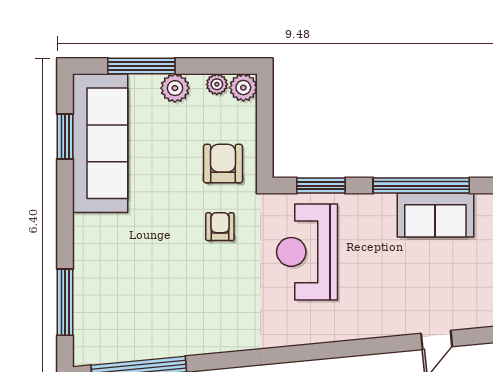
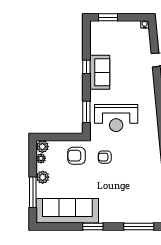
window: (65, 137) -> (93, 226), moved
window: (421, 186) -> (86, 67), width x0.32
sofa: (435, 215) -> (100, 72), moved

